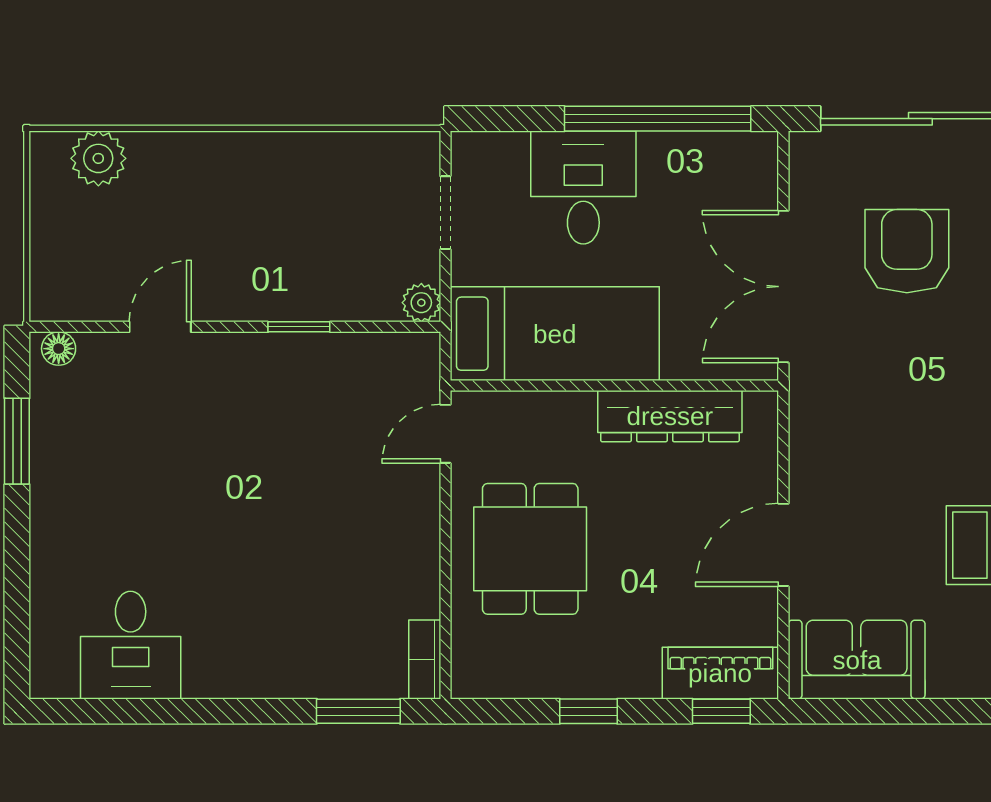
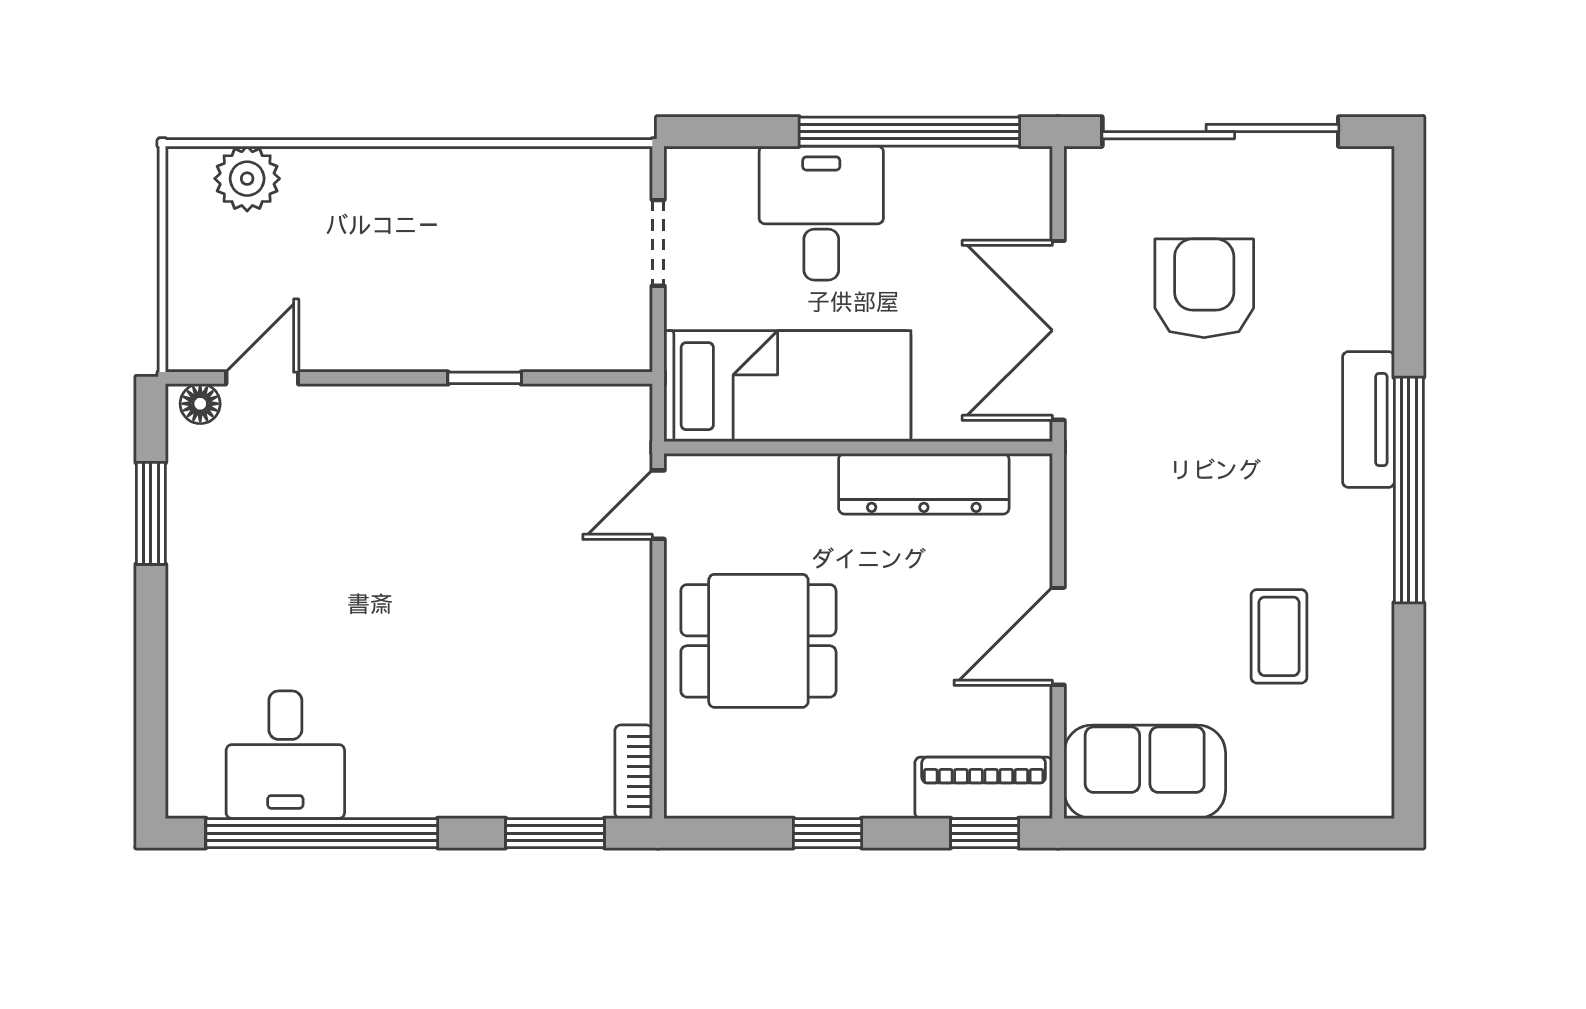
plant: (421, 303) -> (630, 349), removed
door: (160, 327) -> (262, 378), moved
dining table: (530, 549) -> (758, 641), turned 90
window: (161, 711) -> (322, 833), added

